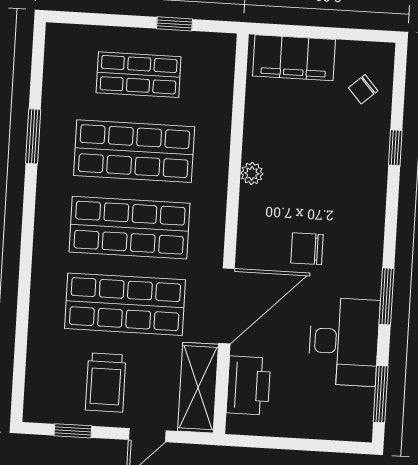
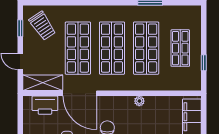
trolley: (106, 382) -> (42, 26), moved, turned -124

